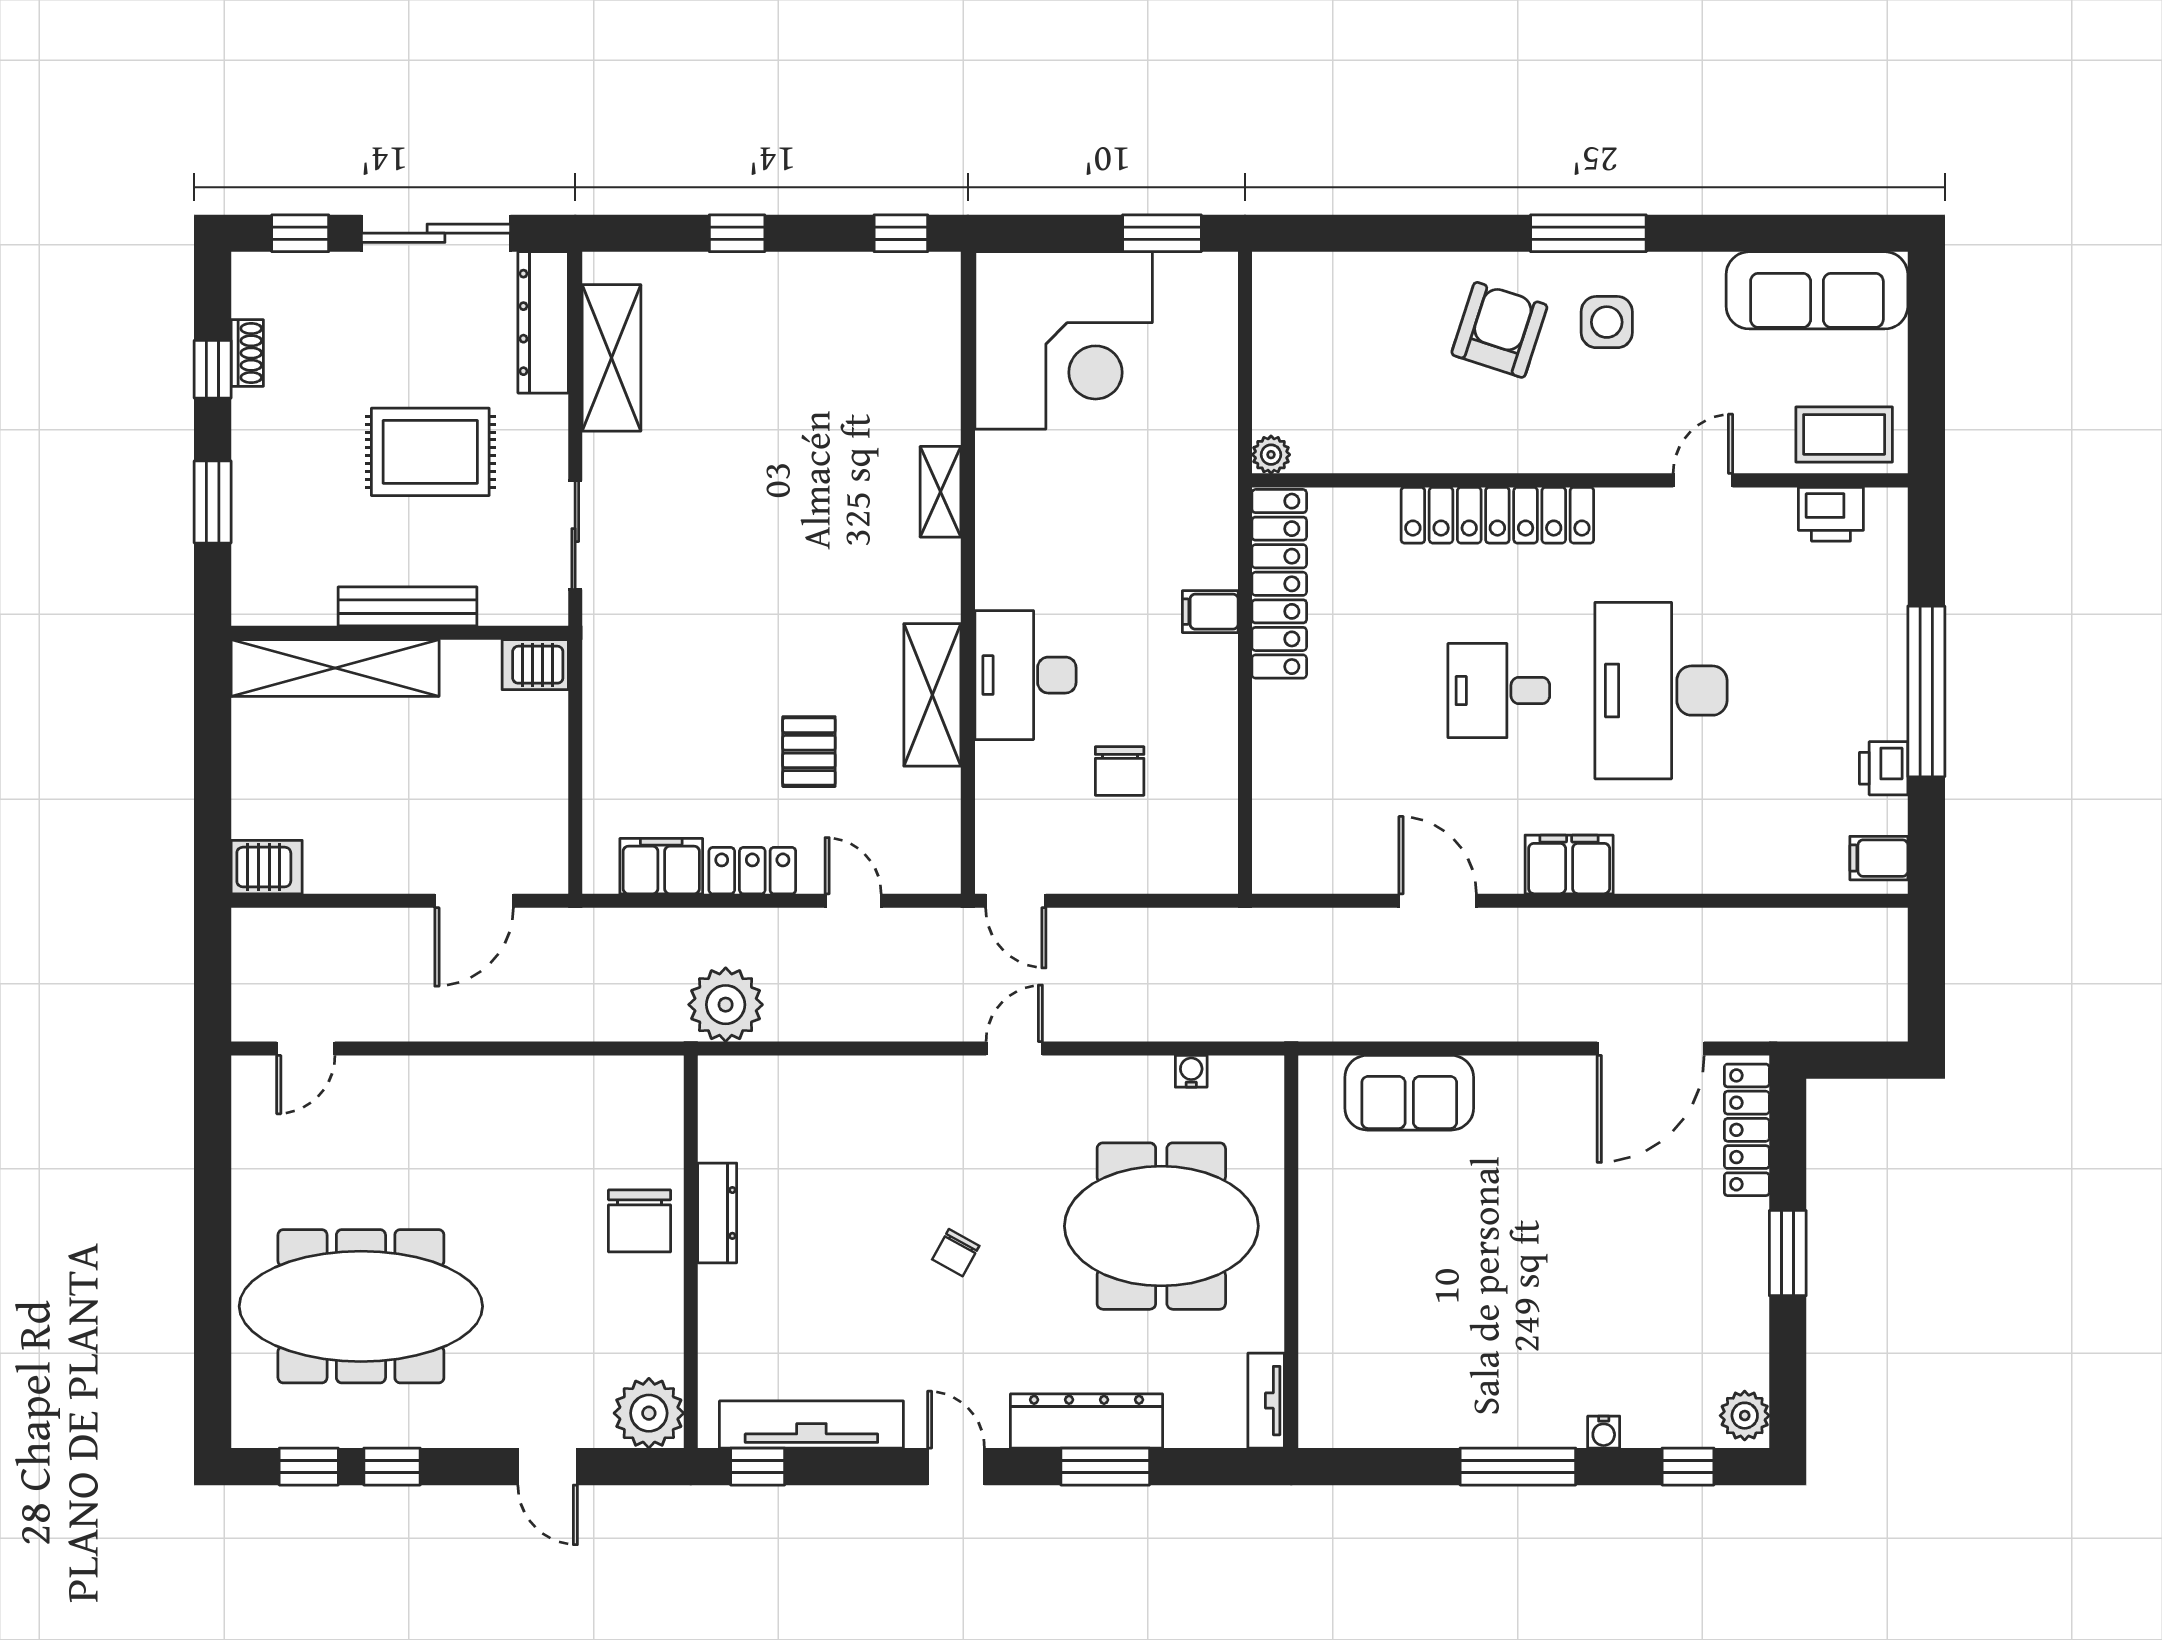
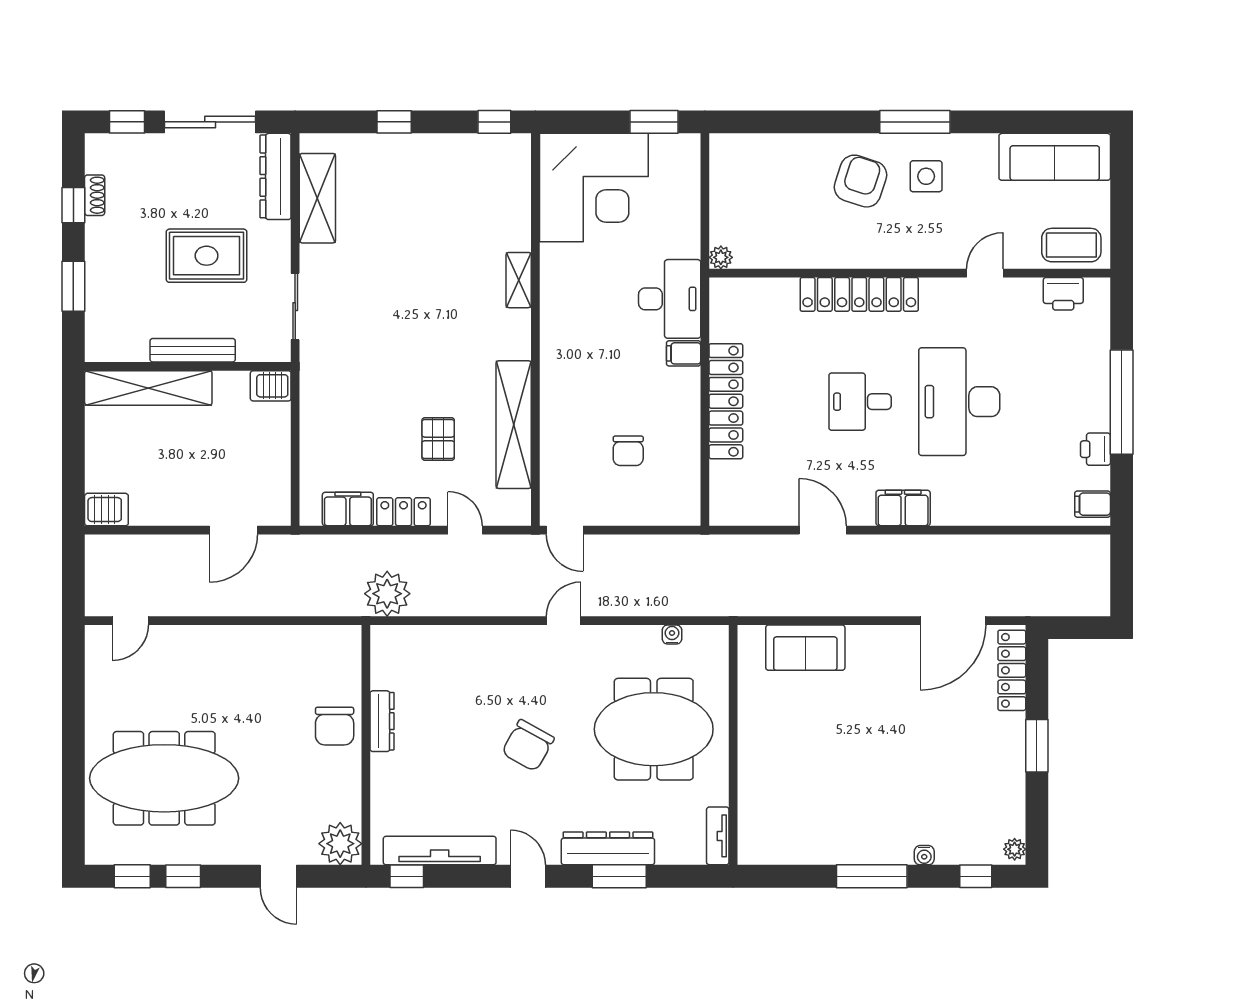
locker: (1279, 584) -> (726, 401), moved
desk: (1025, 675) -> (670, 299), moved, turned 180
shelving: (932, 695) -> (514, 425), width x1.47
chair: (956, 1253) -> (528, 745), width x1.87, depth x1.87
plant: (1745, 1416) -> (1015, 849), width x0.73, depth x0.73

